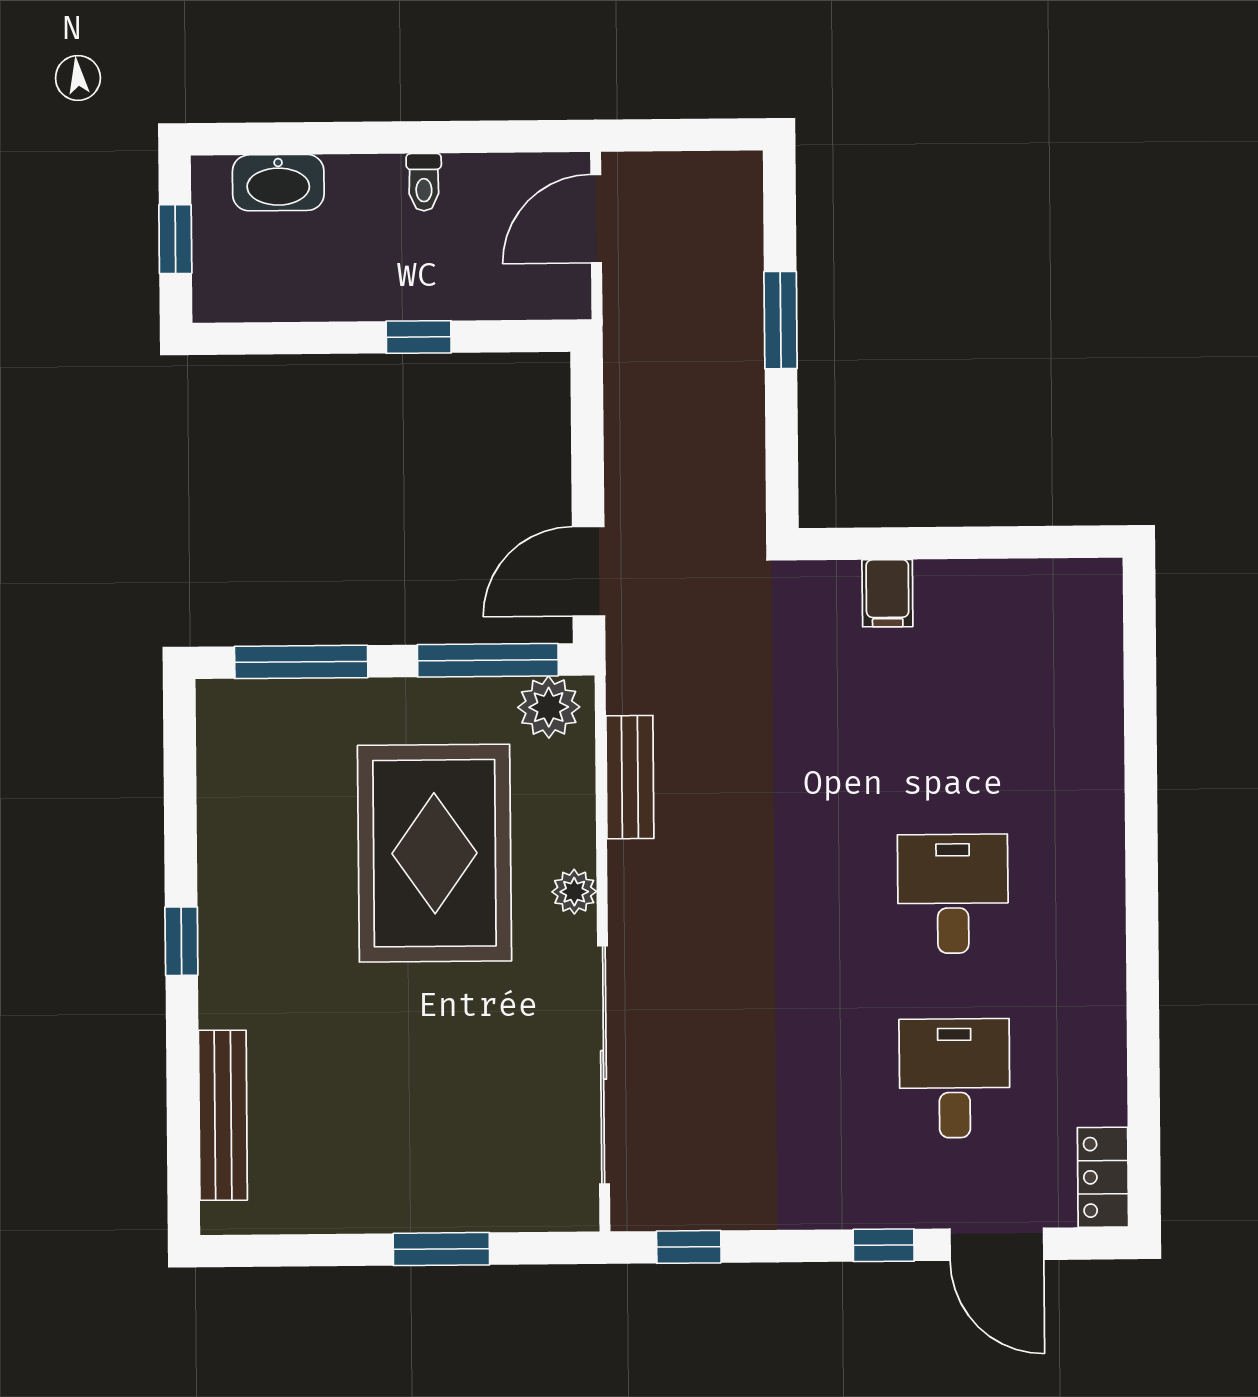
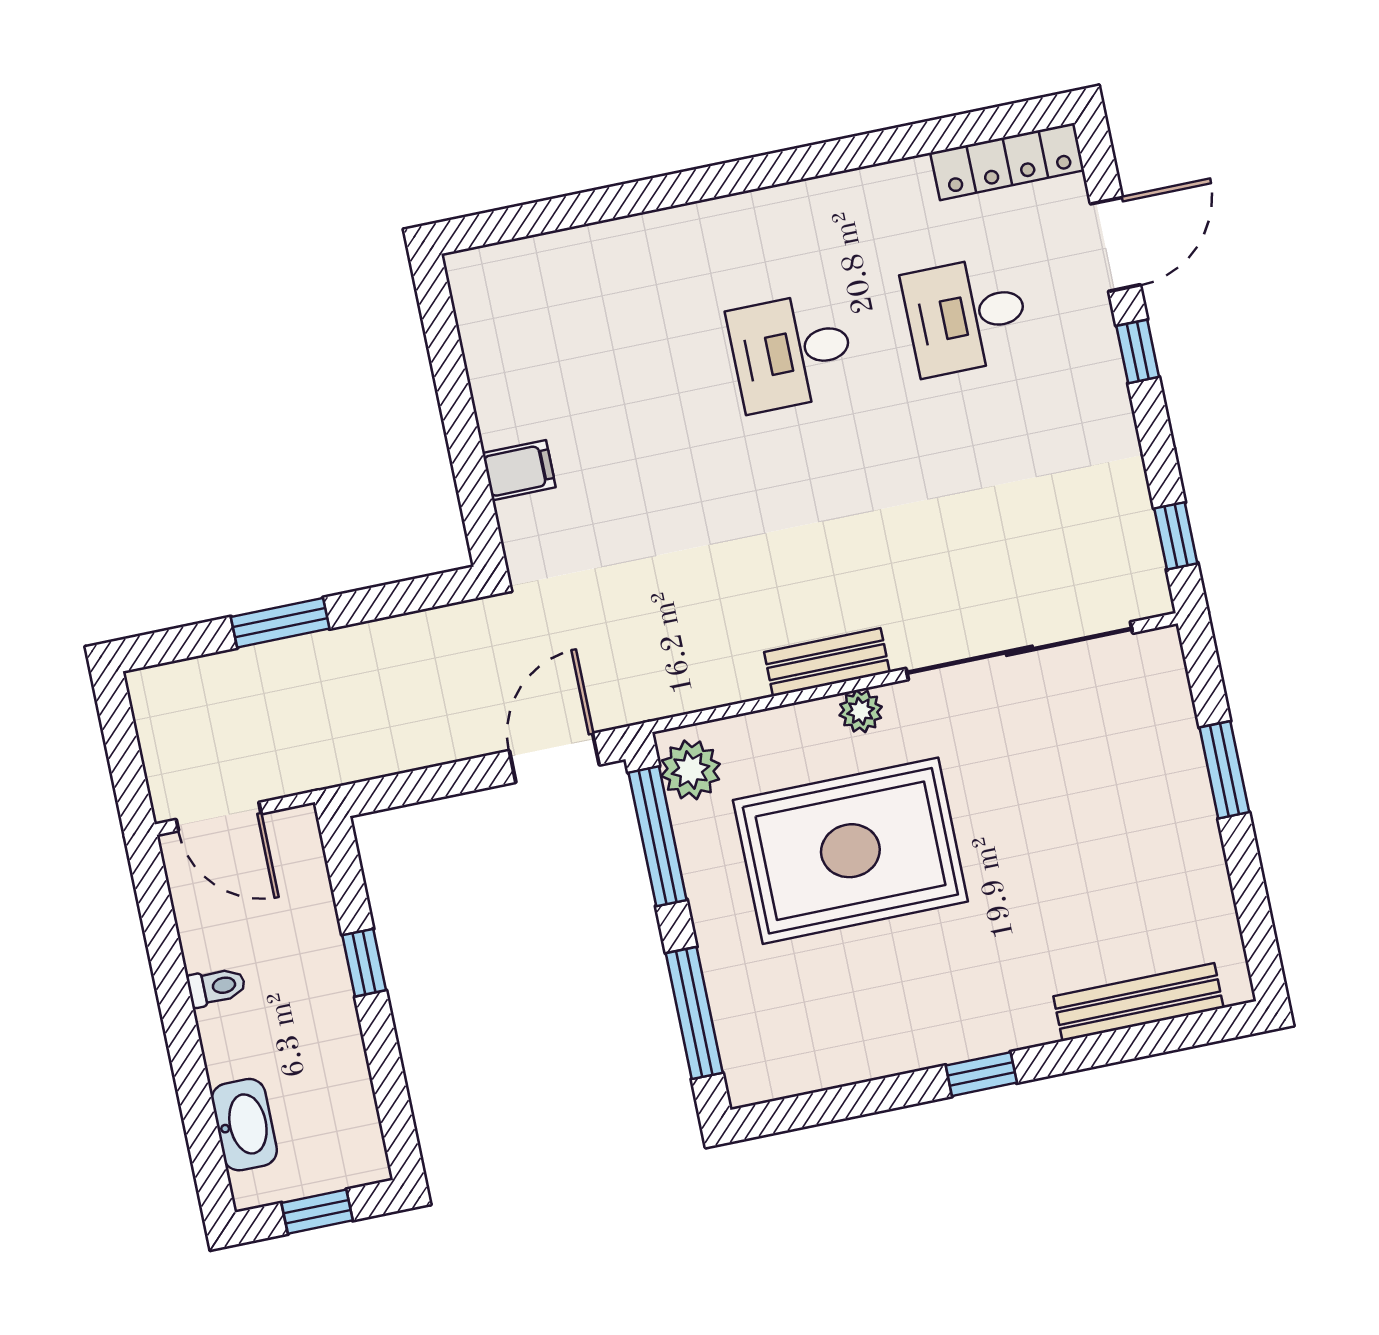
door: (588, 571) -> (554, 758), swing flipped
bench: (630, 777) -> (827, 662), moved
locker: (1103, 1177) -> (1007, 162), width x1.53

